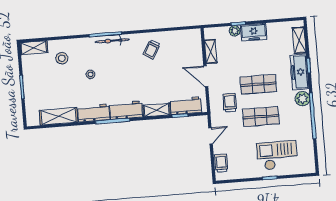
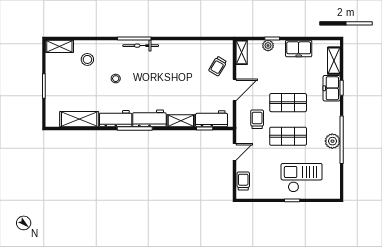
freezer: (254, 32) -> (299, 48), moved
trolley: (152, 49) -> (218, 66), moved
shelving: (211, 51) -> (242, 52), moved
freezer: (300, 72) -> (332, 88), width x0.71
door: (206, 76) -> (235, 90), swing flipped
plant: (303, 99) -> (332, 141), moved

